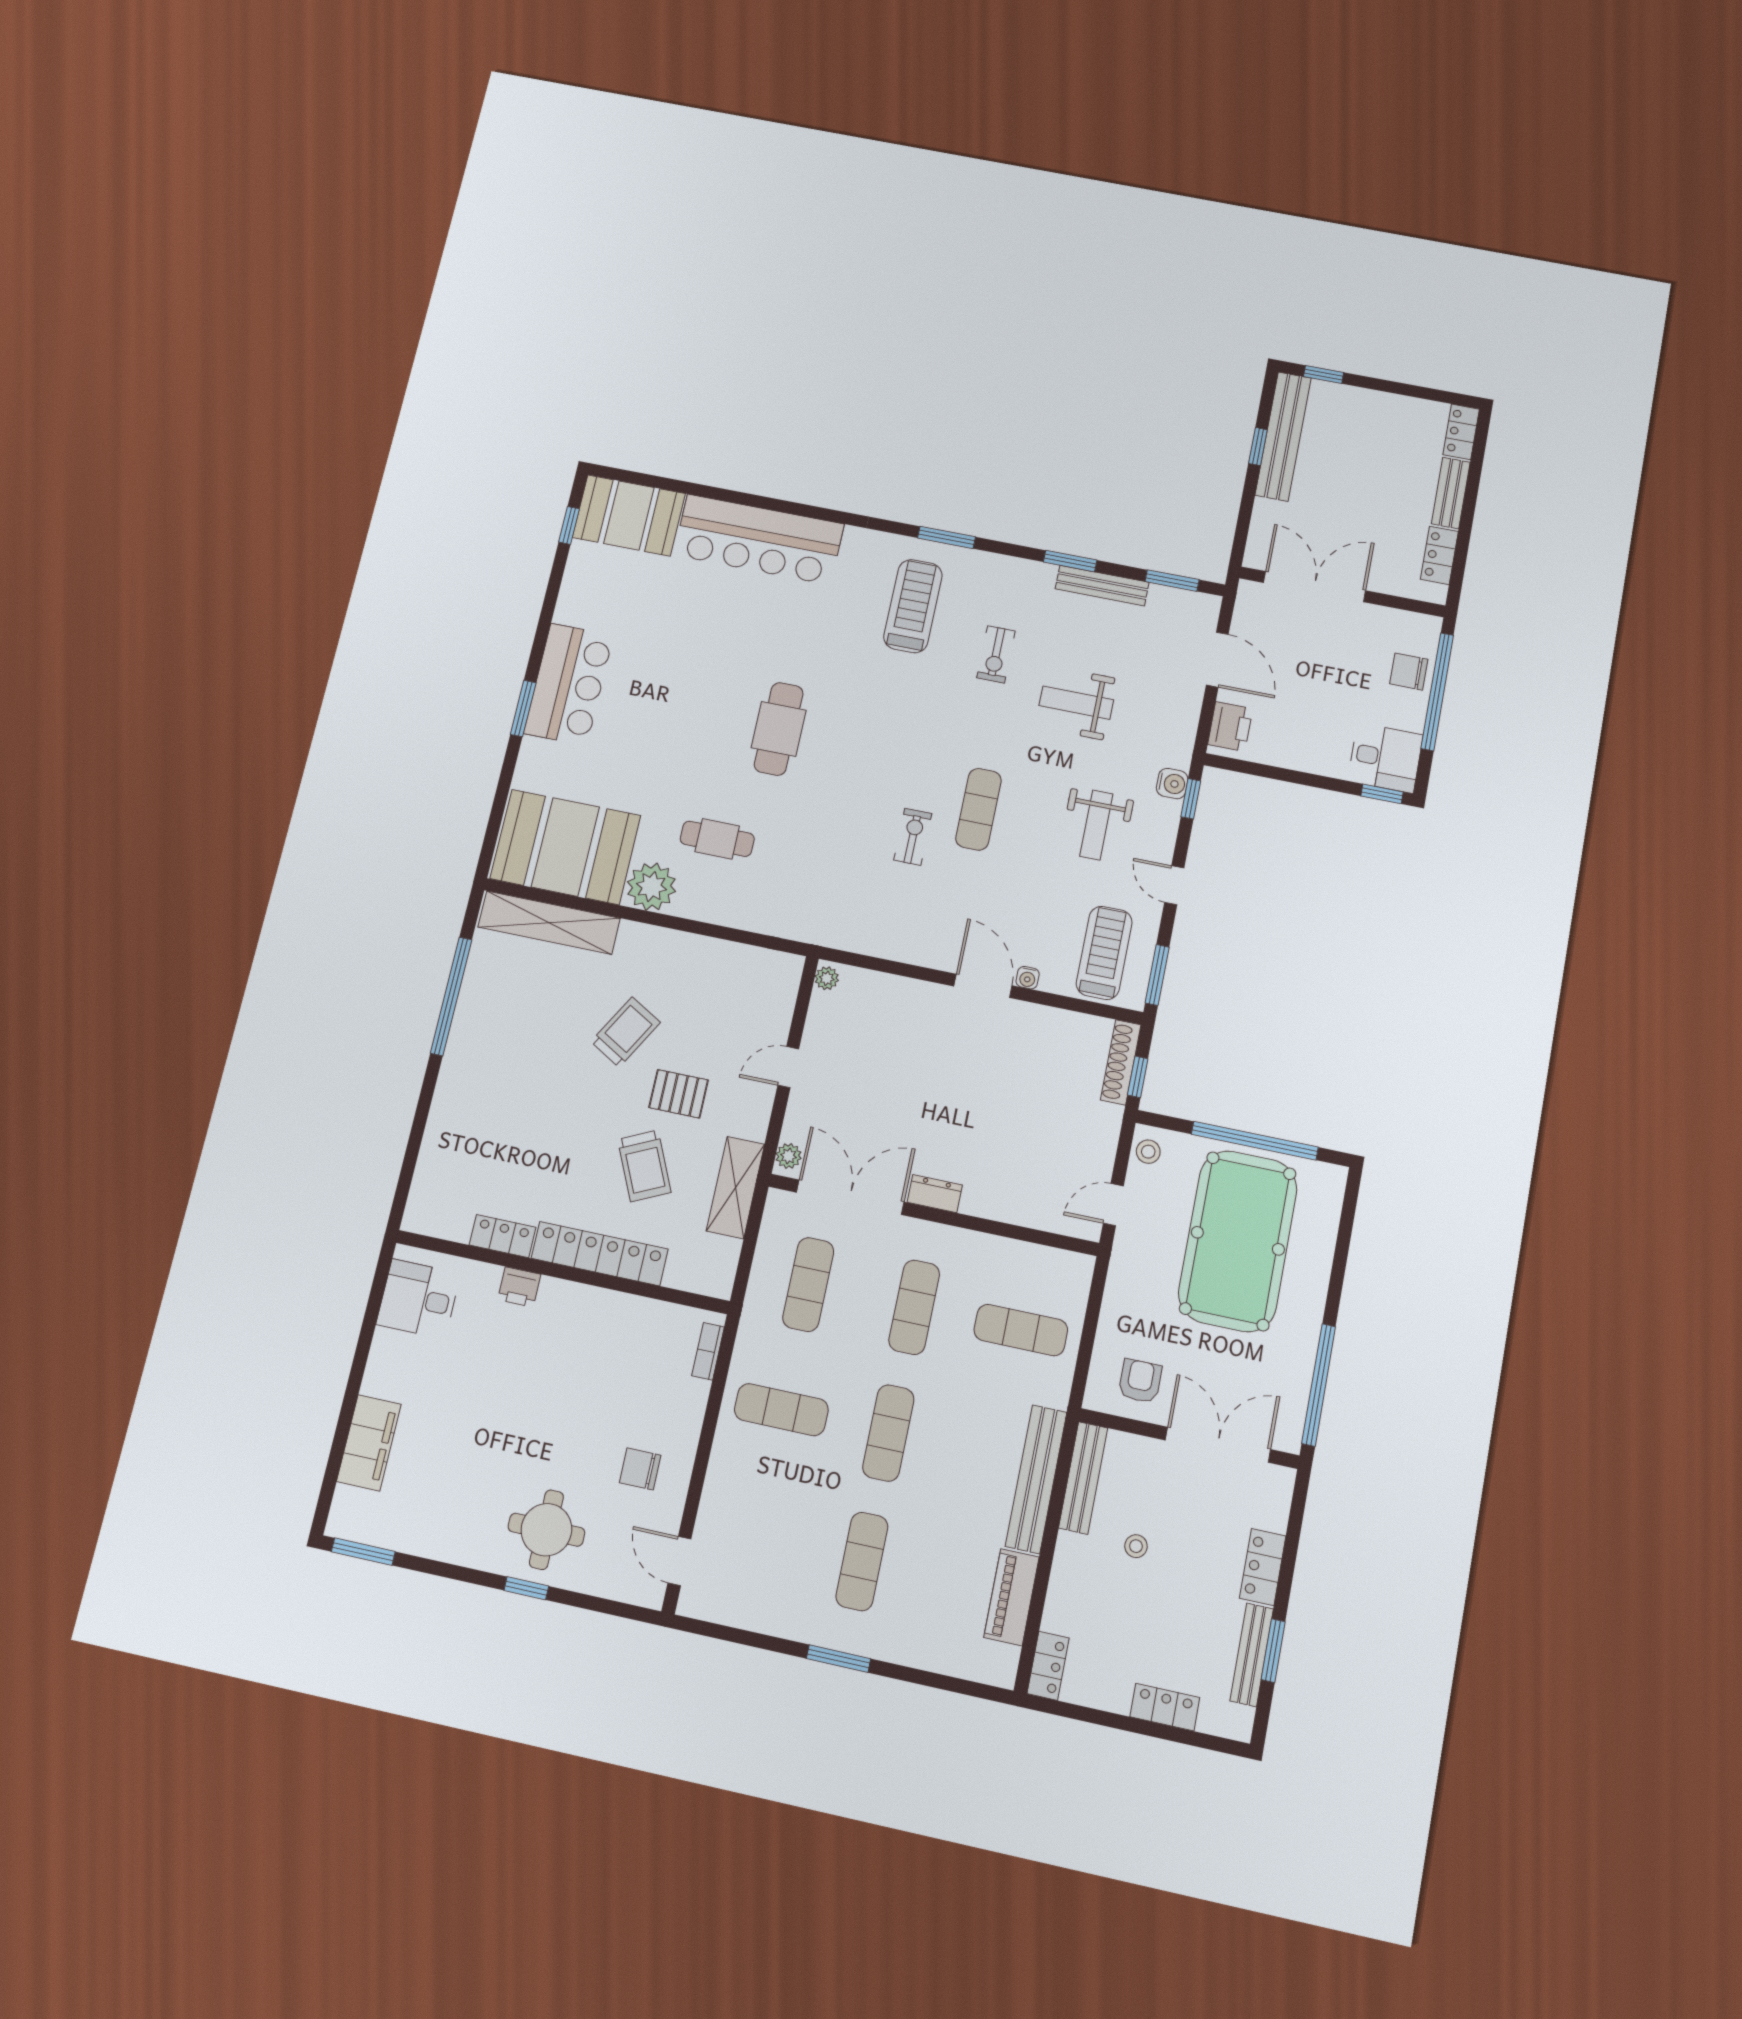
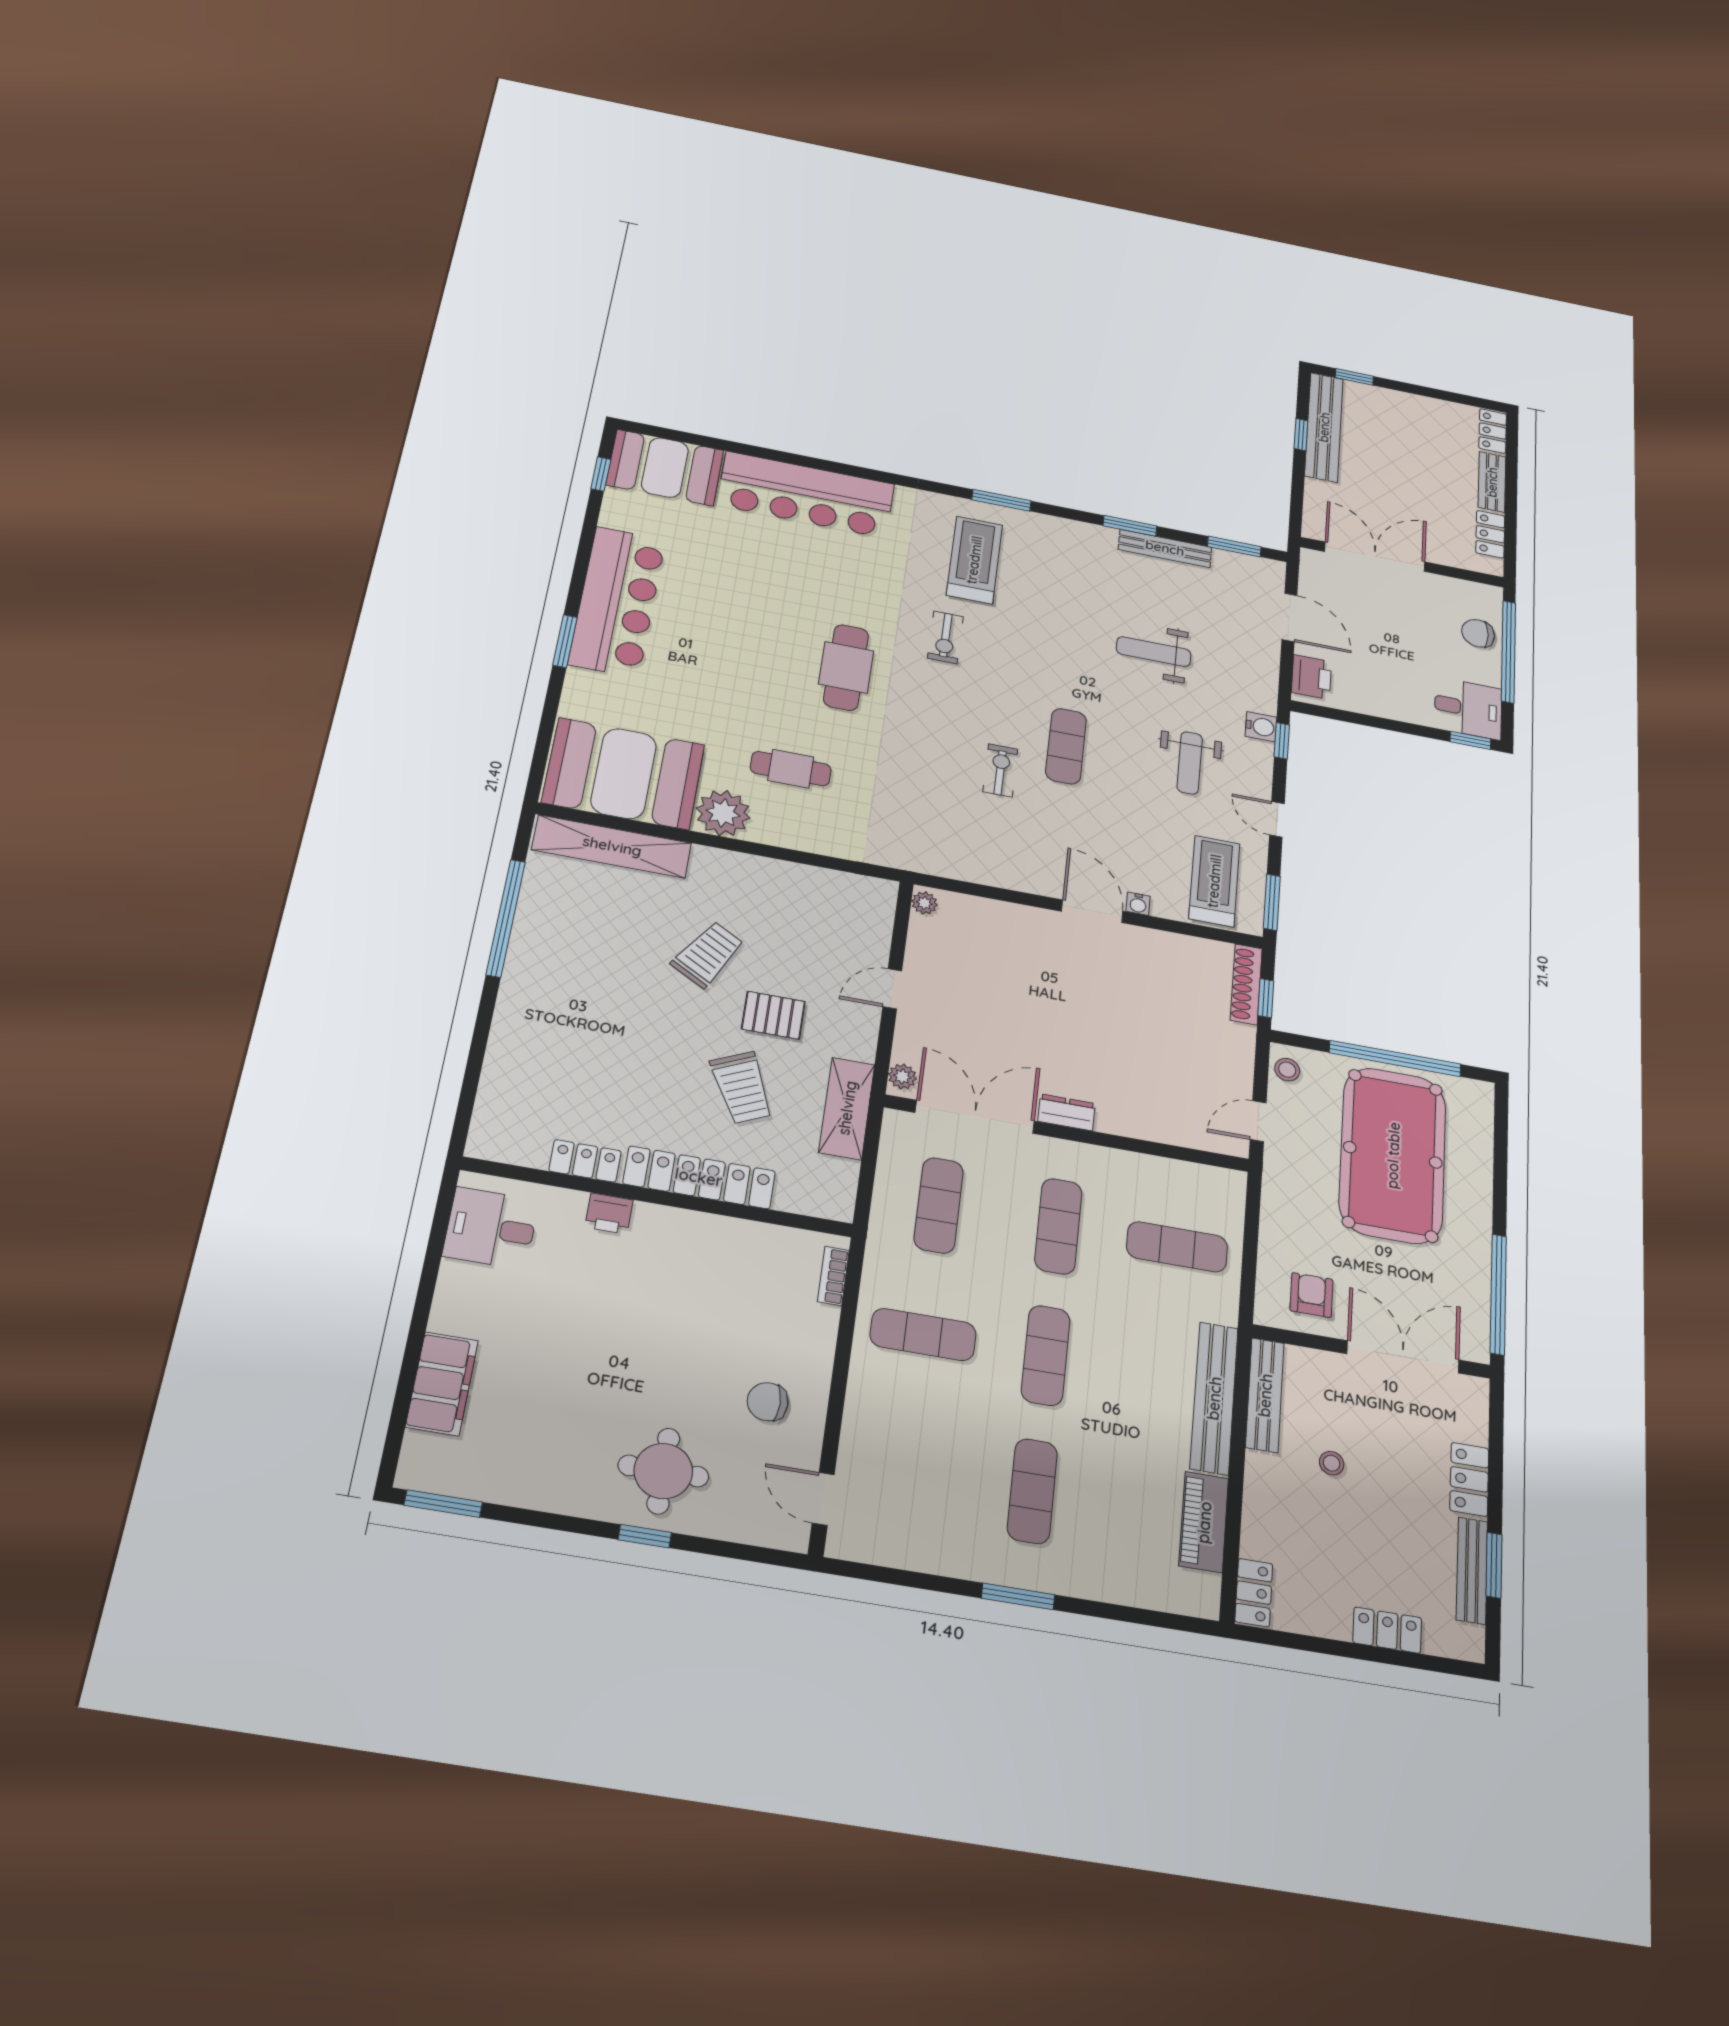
exercise bike: (996, 654) -> (945, 637), moved
bar counter: (569, 684) -> (617, 601), width x1.36

